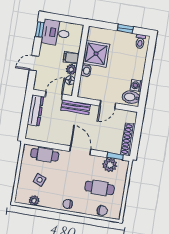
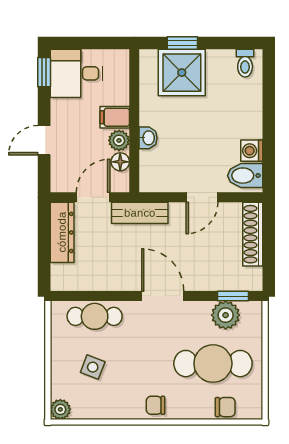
window: (125, 29) -> (182, 43), moved
shower: (96, 54) -> (182, 73), moved
shoe rack: (128, 139) -> (253, 234), moved
cafe table: (100, 188) -> (213, 364), width x1.37, depth x1.35
plant: (34, 201) -> (60, 409), moved

